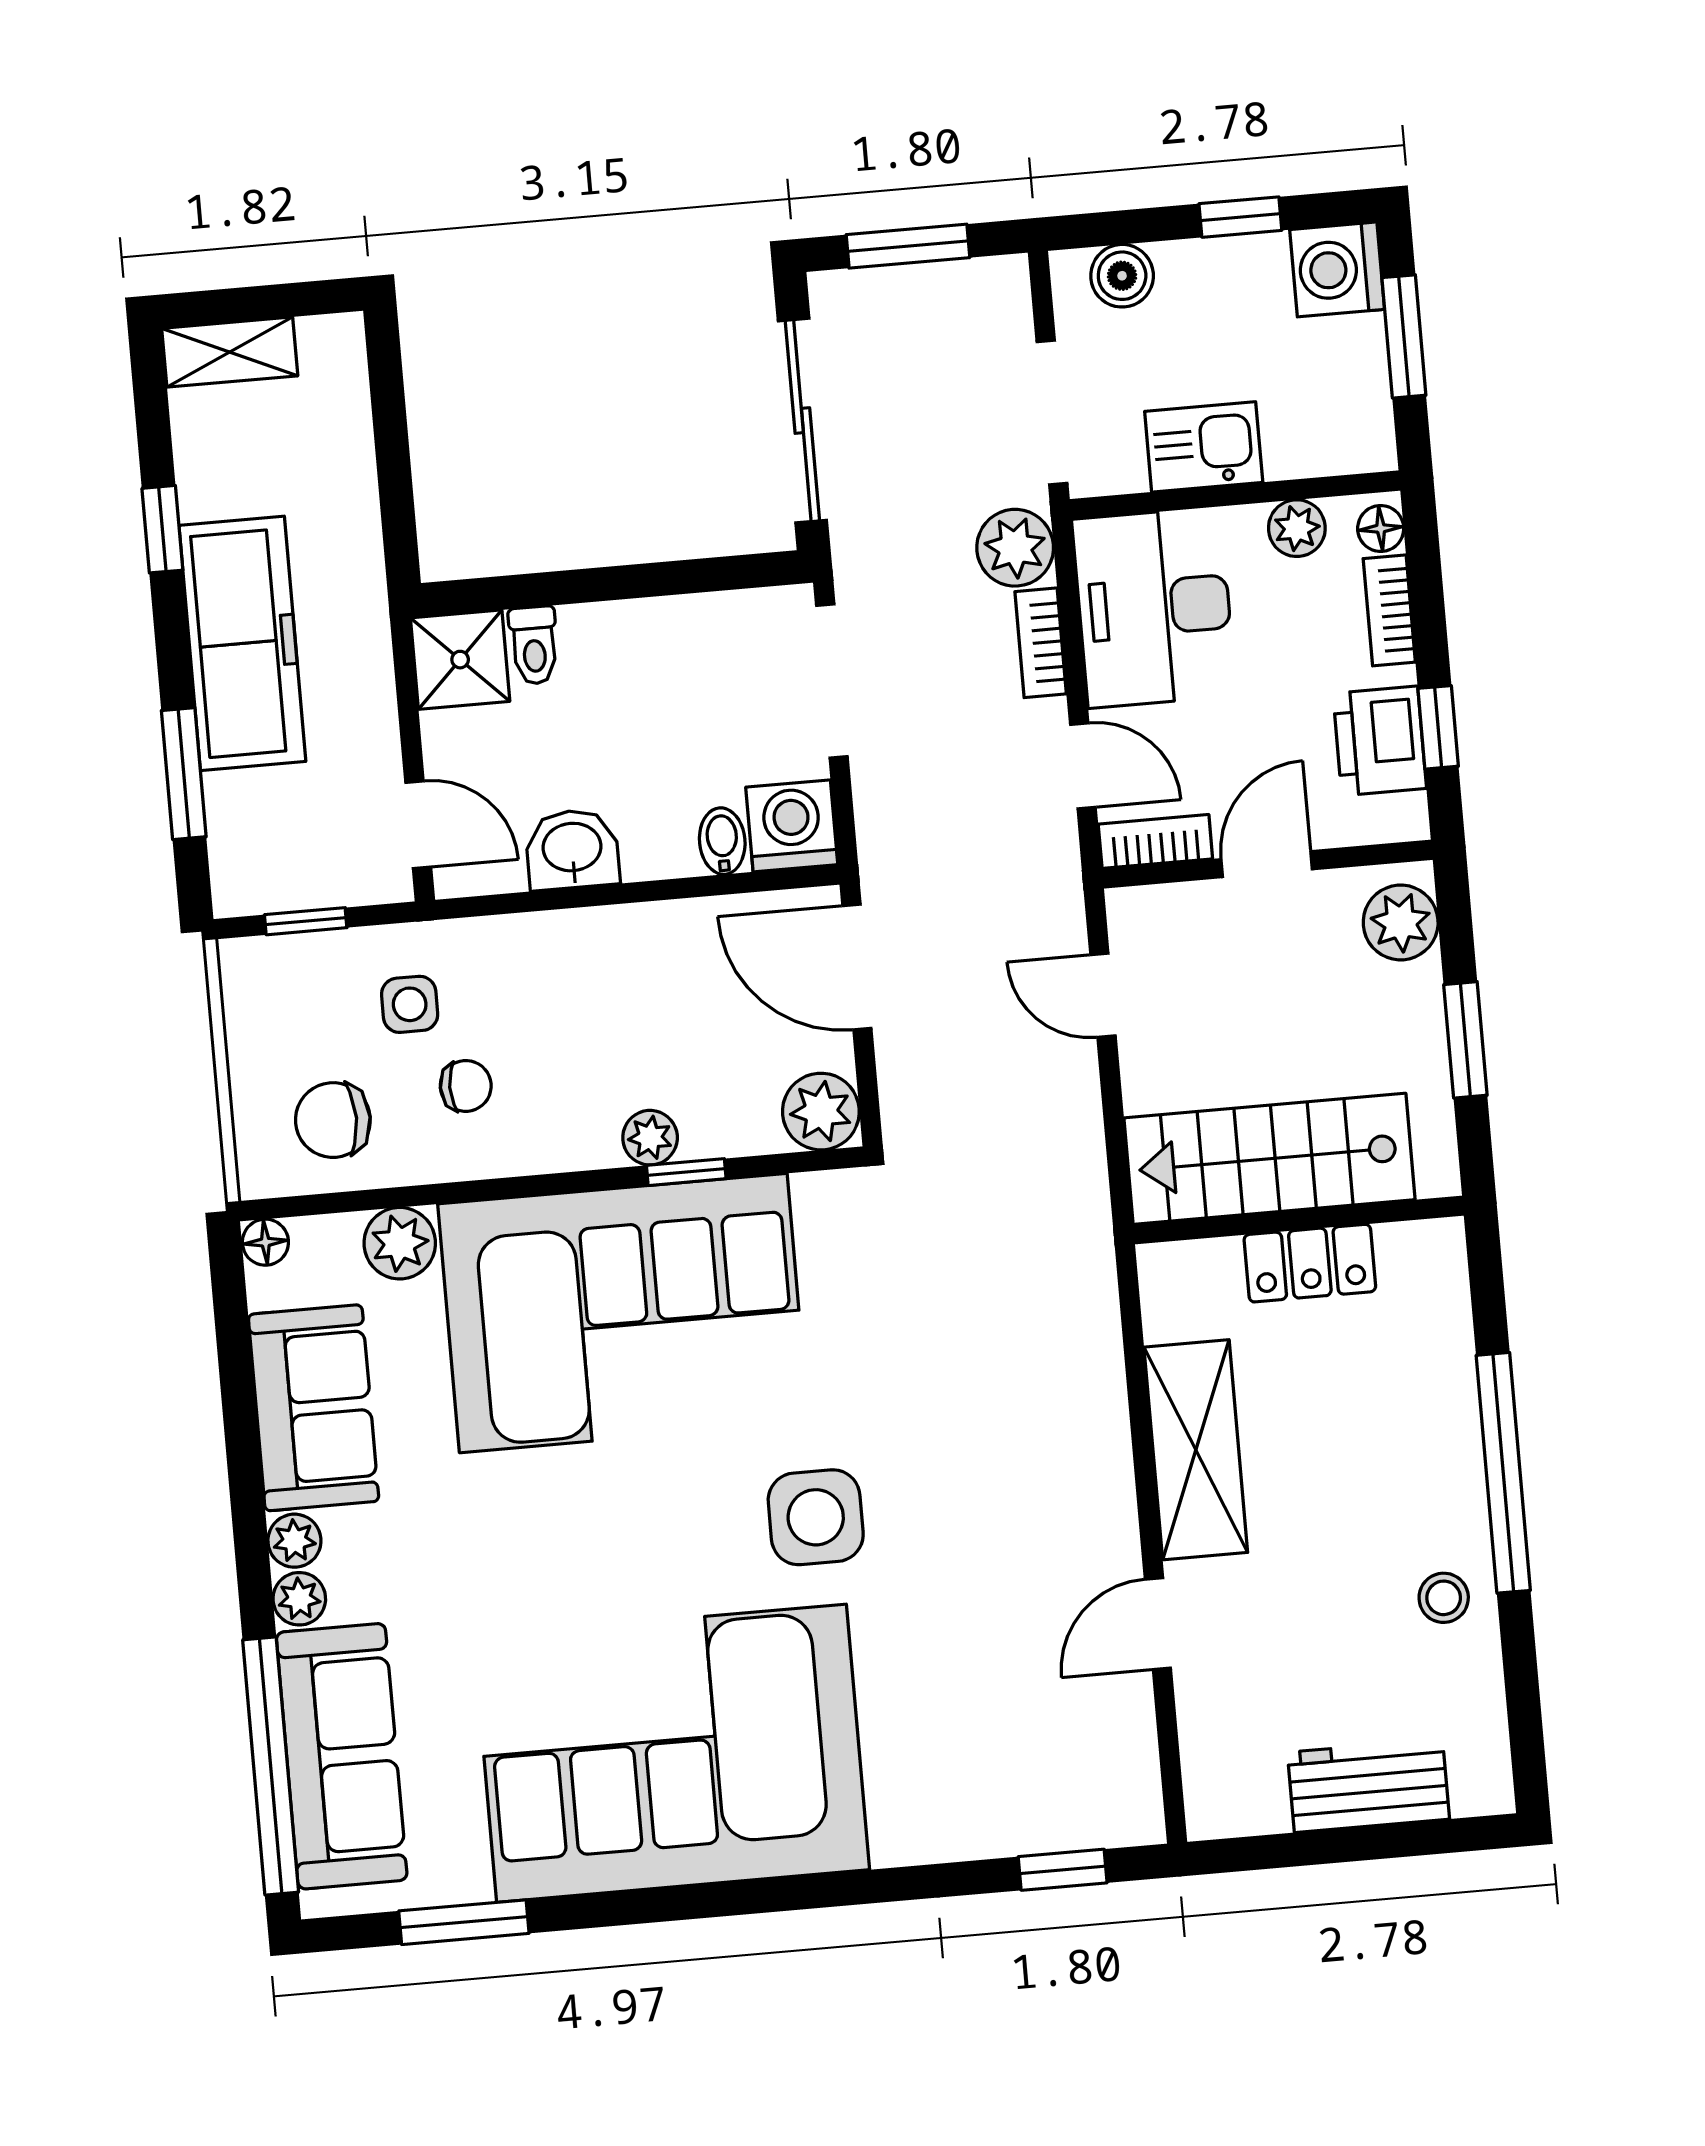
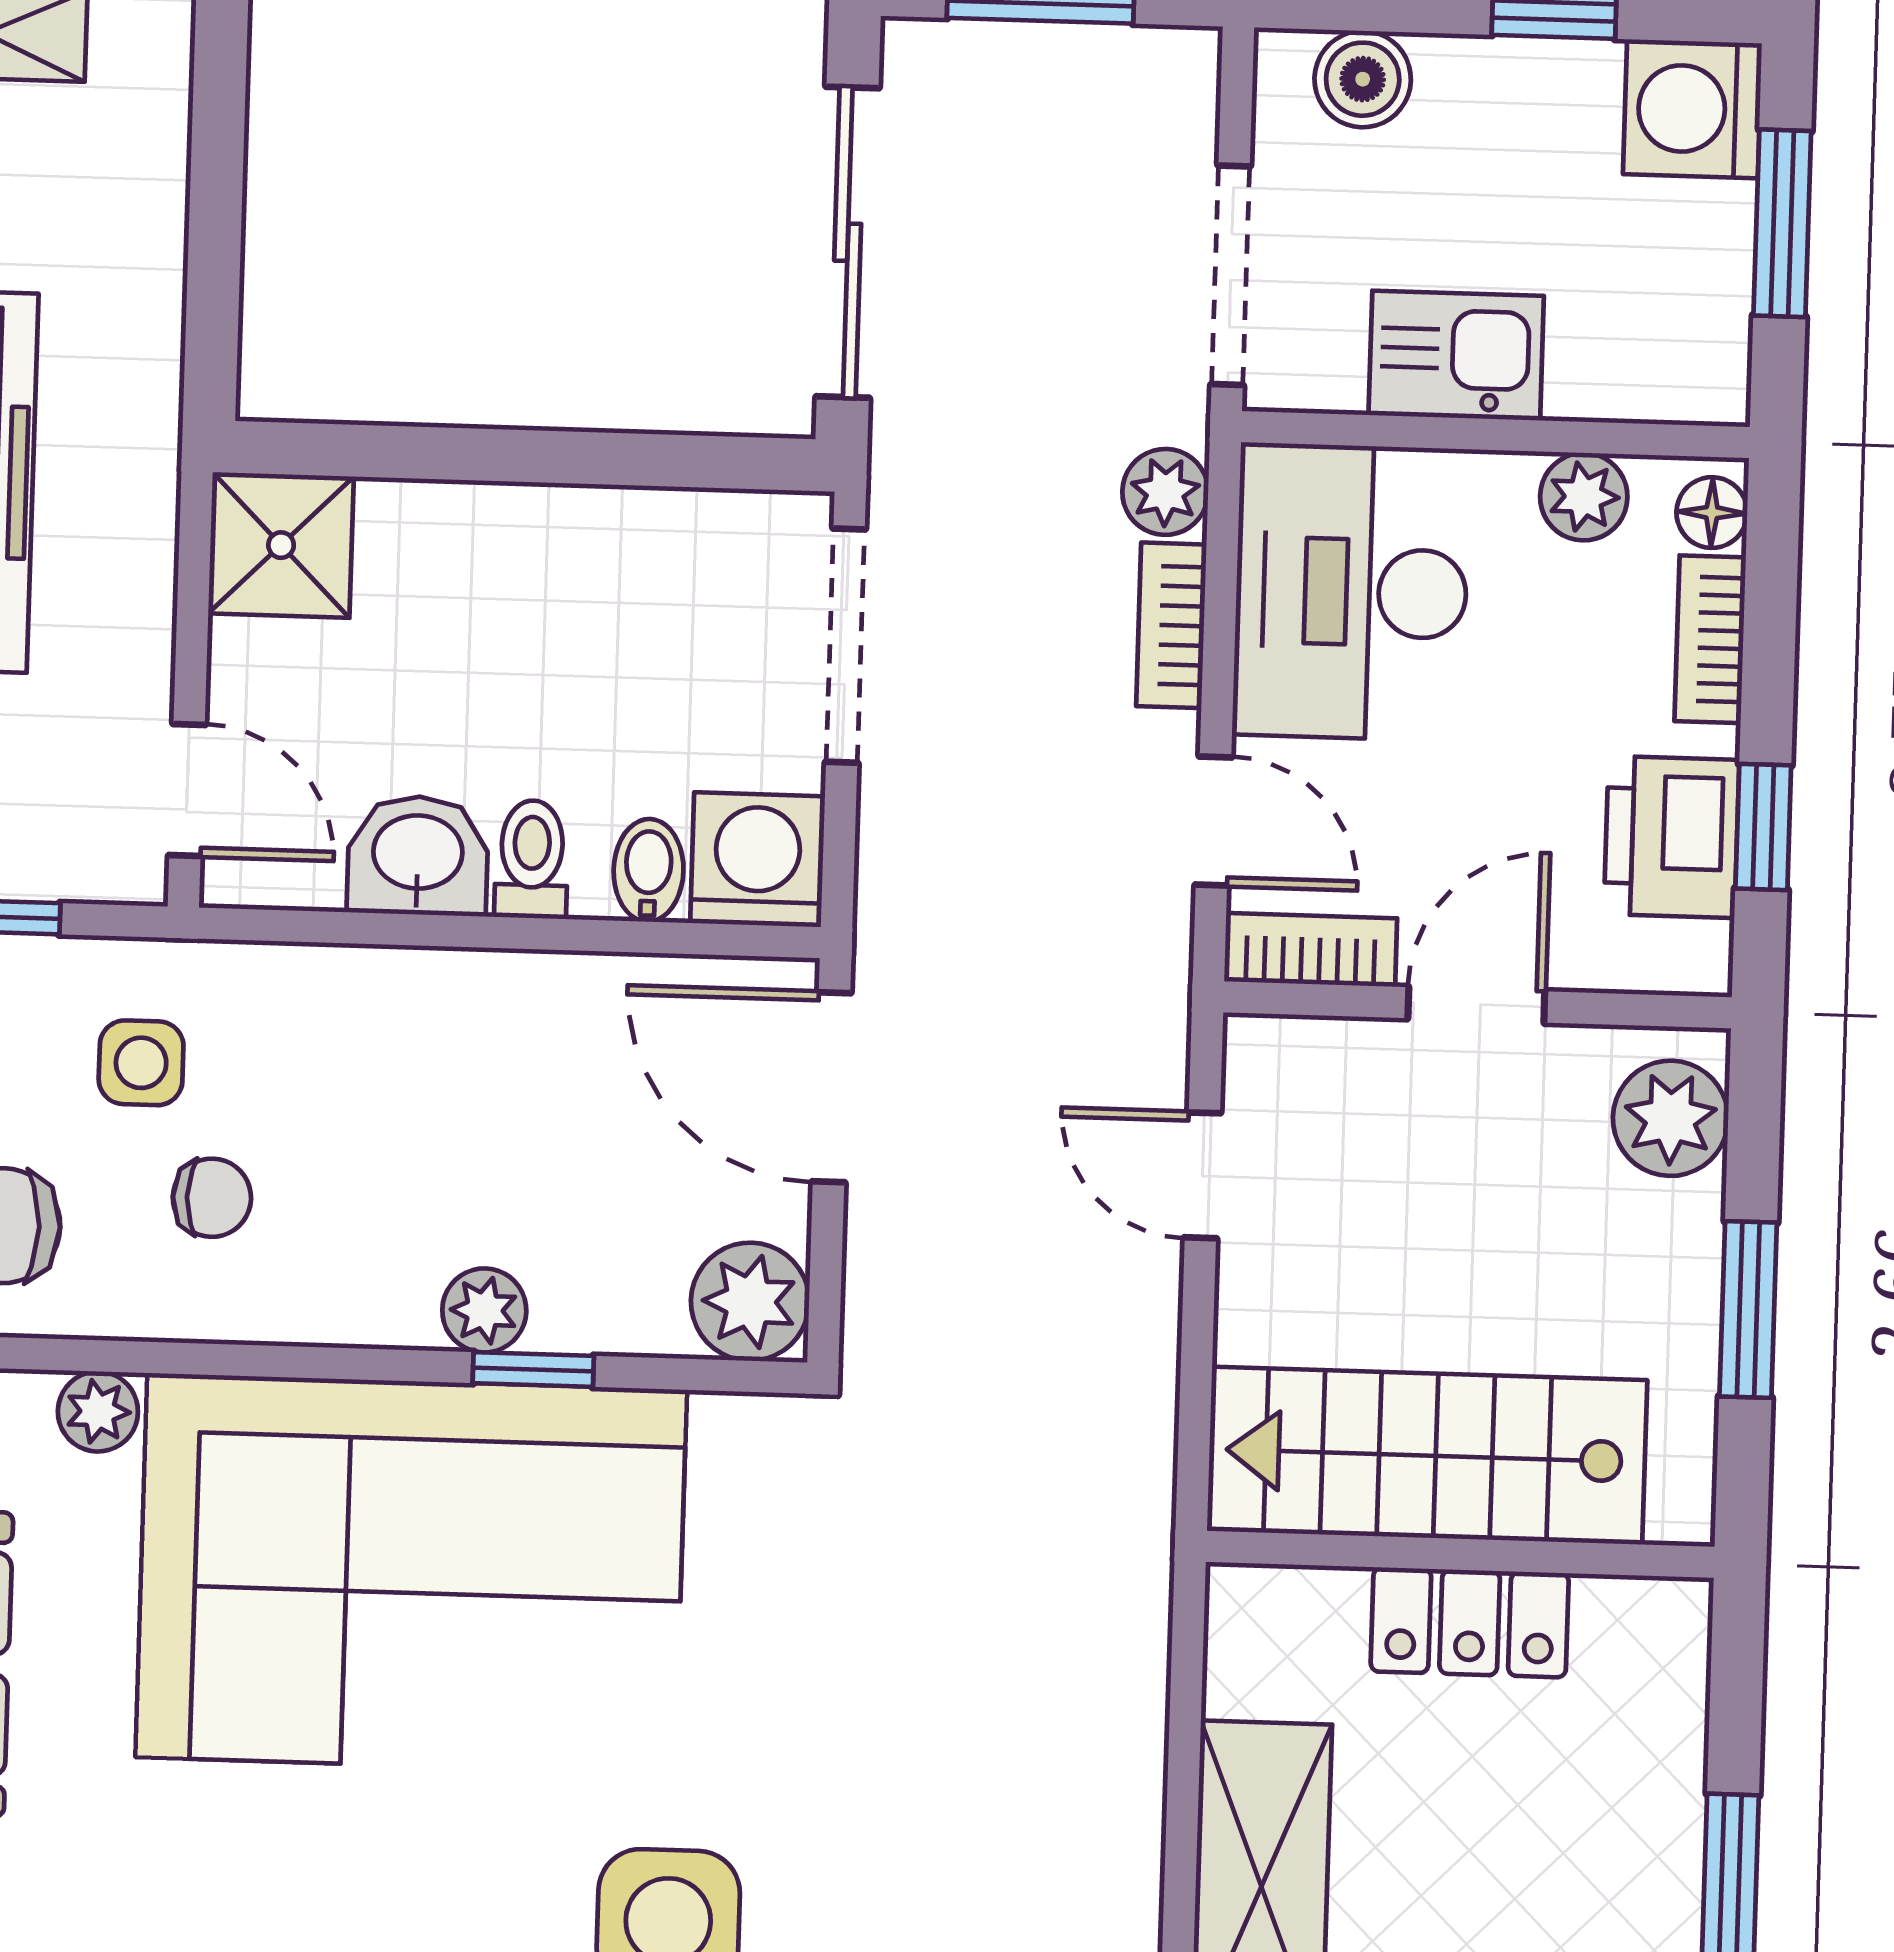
plant: (1015, 548) -> (1165, 492), width x0.73, depth x0.73
toilet: (534, 645) -> (532, 859), moved, turned 180
plant: (400, 1243) -> (98, 1411), width x0.73, depth x0.73

